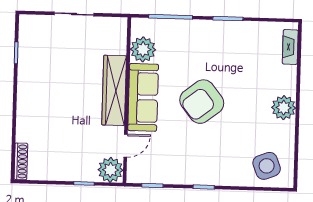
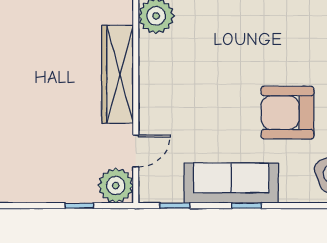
sofa: (143, 97) -> (231, 183), moved, turned -90
armchair: (202, 102) -> (288, 113), moved, turned 38

